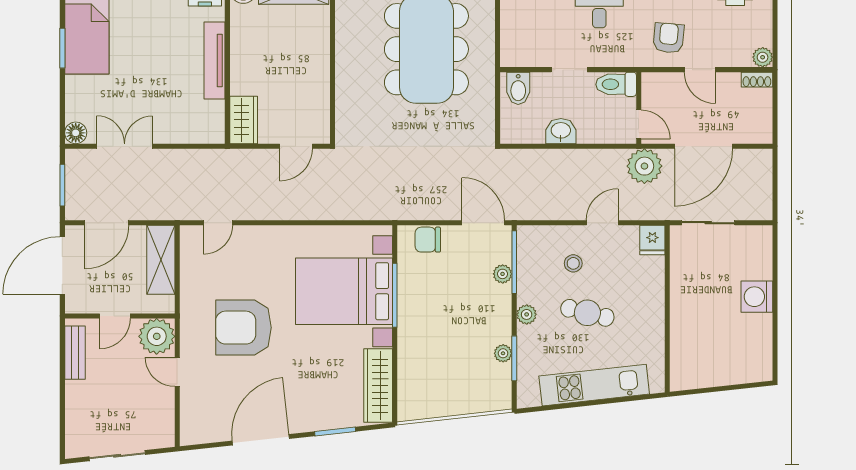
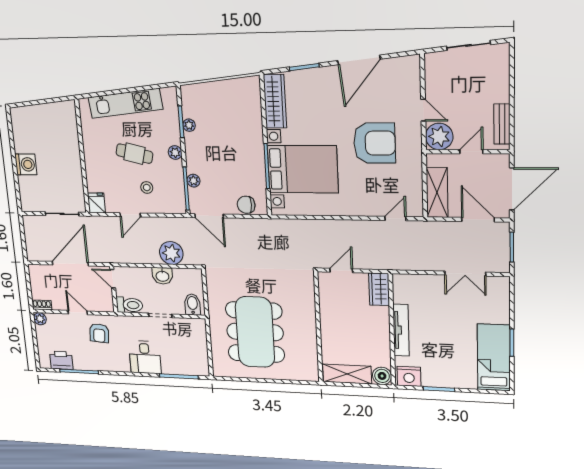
floor lamp: (76, 133) -> (502, 284), removed
plant: (644, 166) -> (171, 253), moved
door: (107, 223) -> (478, 220), hinge flipped
chair: (428, 240) -> (246, 205), turned 180

